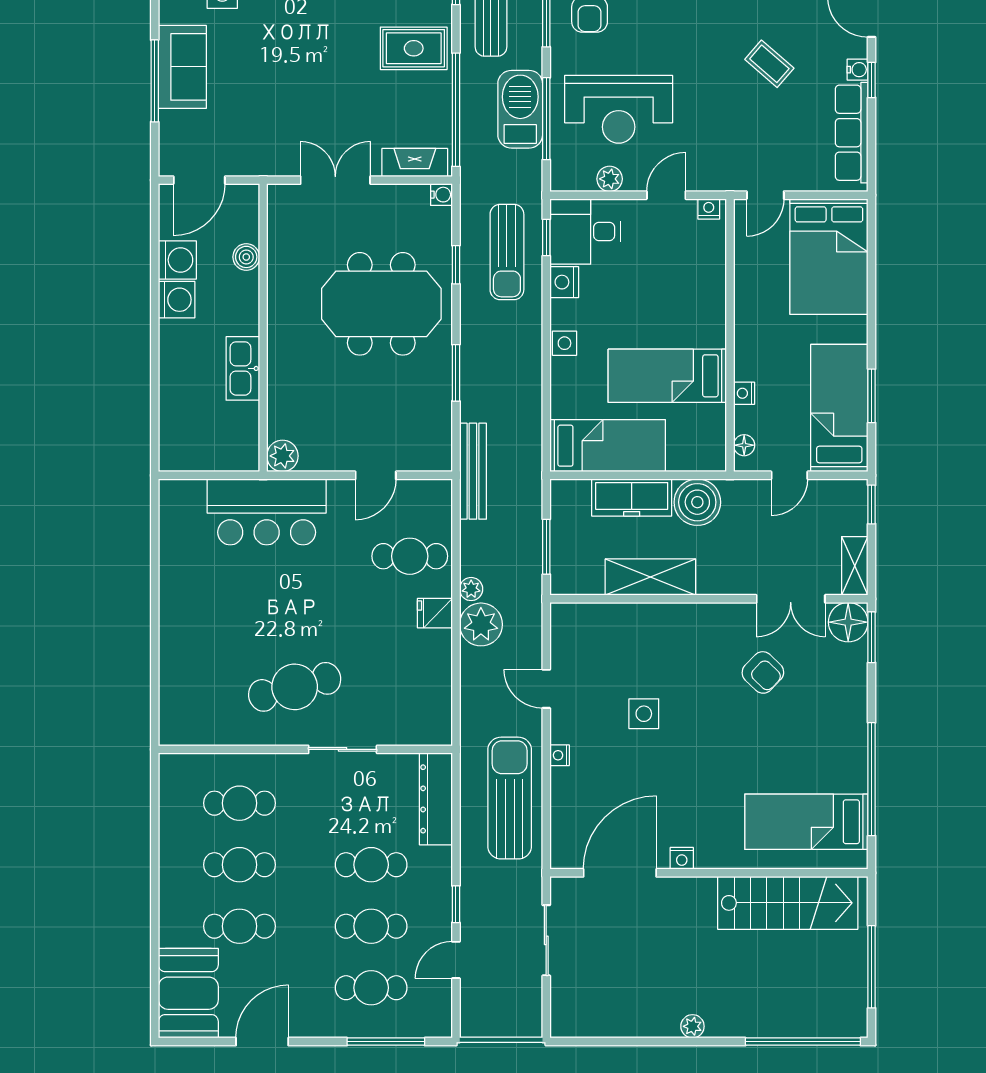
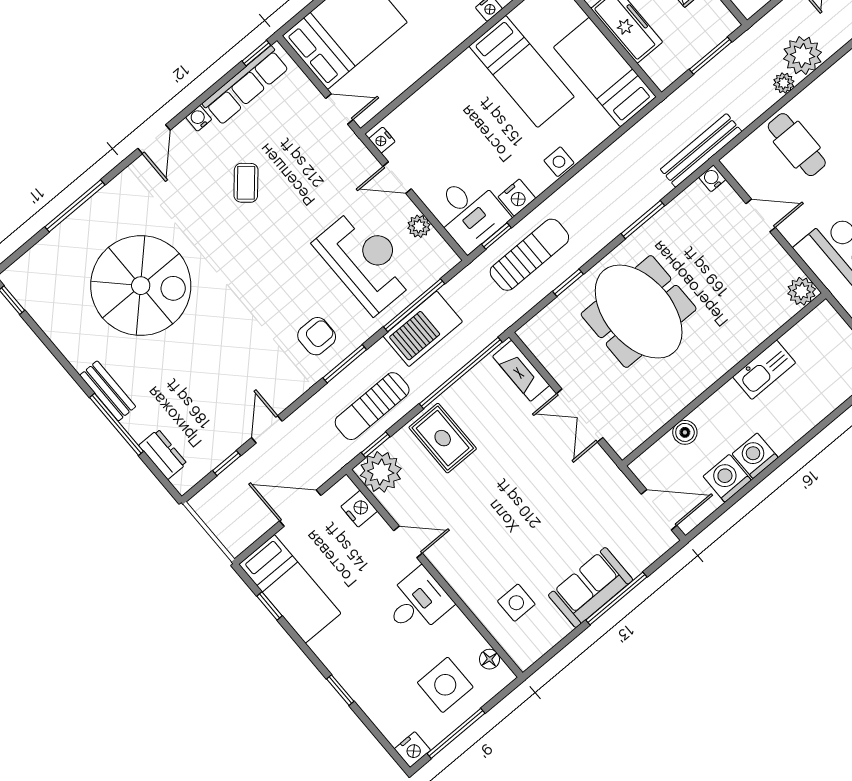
window: (872, 80) -> (256, 53), moved
water cooler: (441, 195) -> (712, 178), moved
fridge: (435, 613) -> (822, 94), removed

